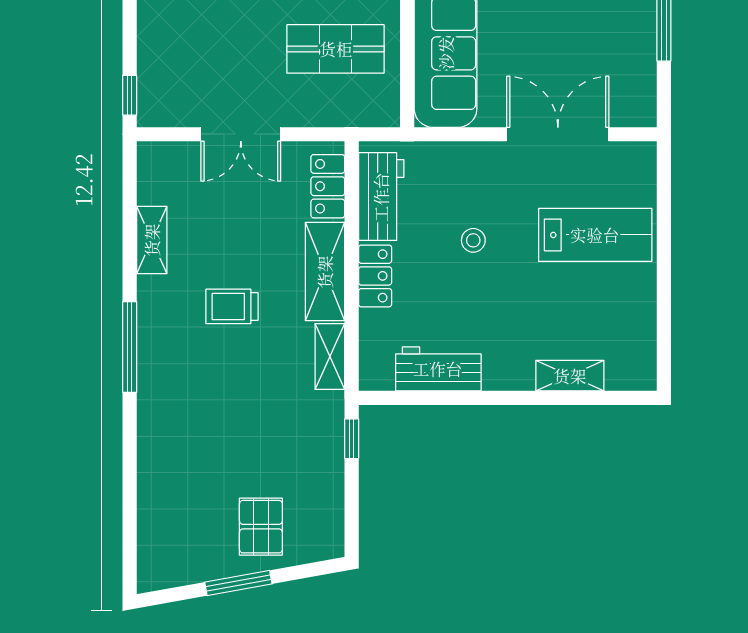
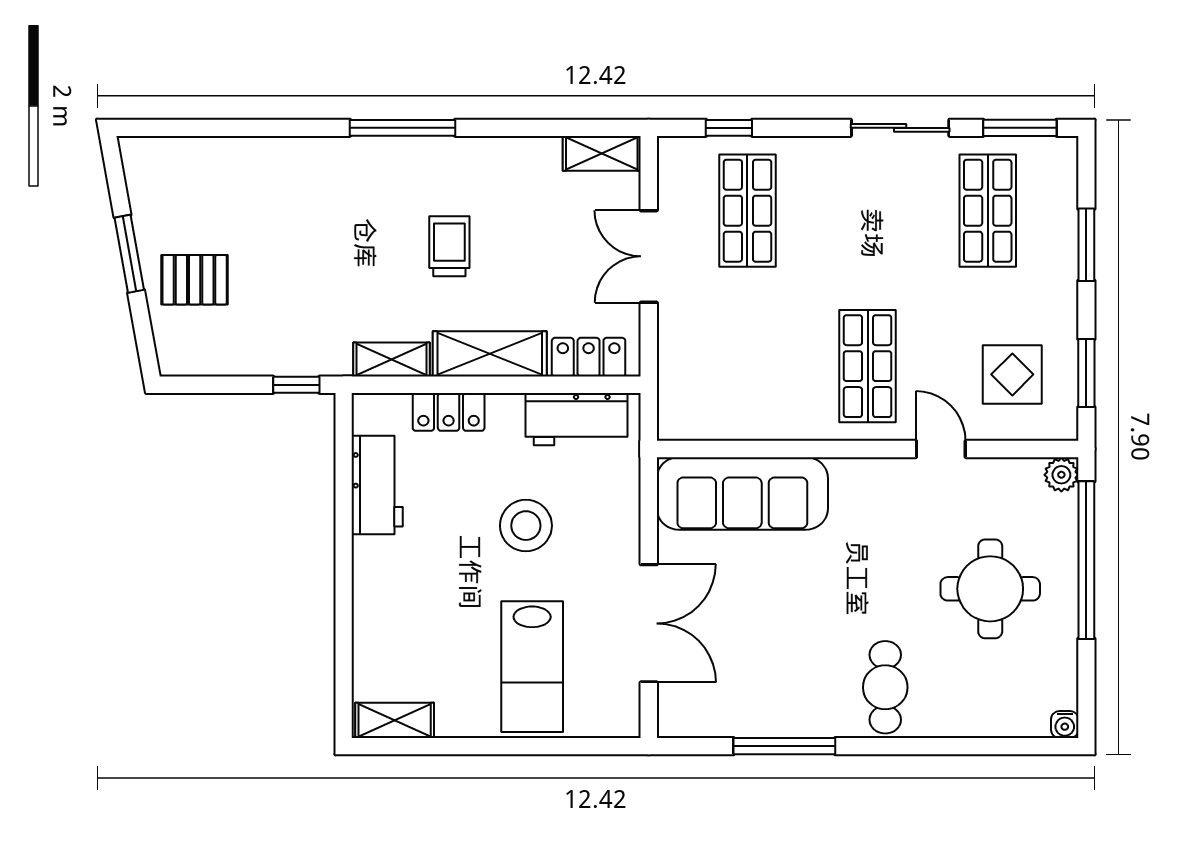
shop shelf: (336, 49) -> (747, 211), moved
window: (130, 95) -> (729, 128), moved
shelving: (152, 240) -> (602, 153), moved
stool: (473, 240) -> (526, 526), width x1.89, depth x1.89
locker: (375, 276) -> (449, 412), moved
shelving: (570, 376) -> (395, 720), moved, turned 90

